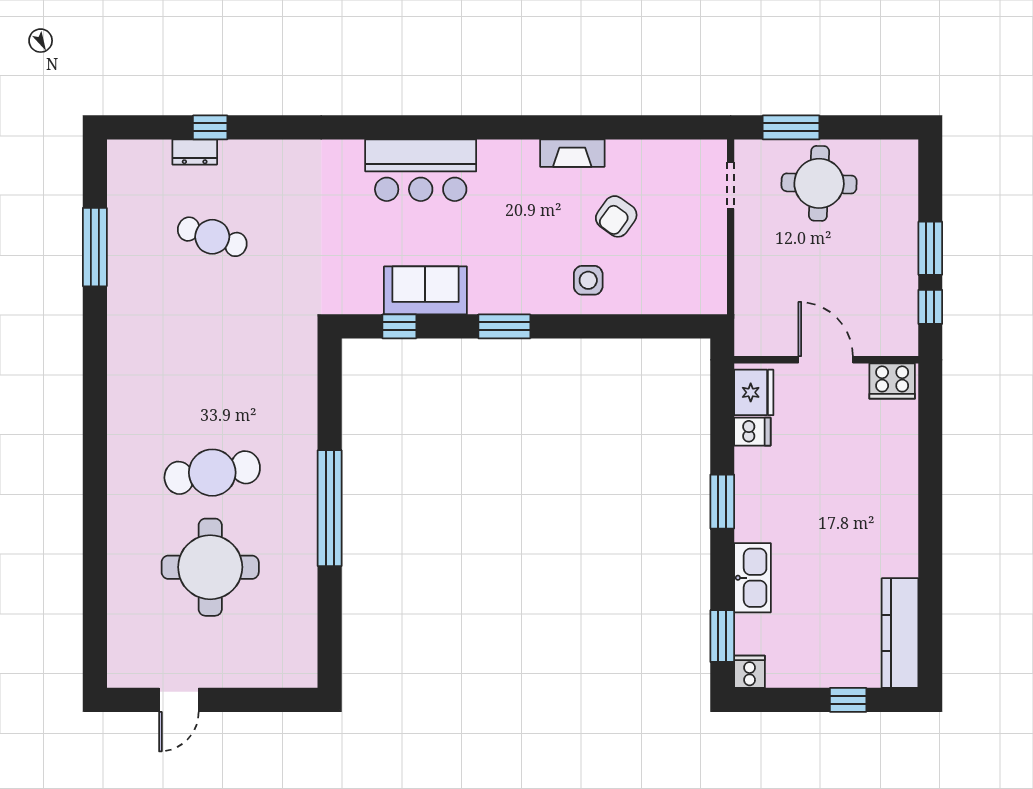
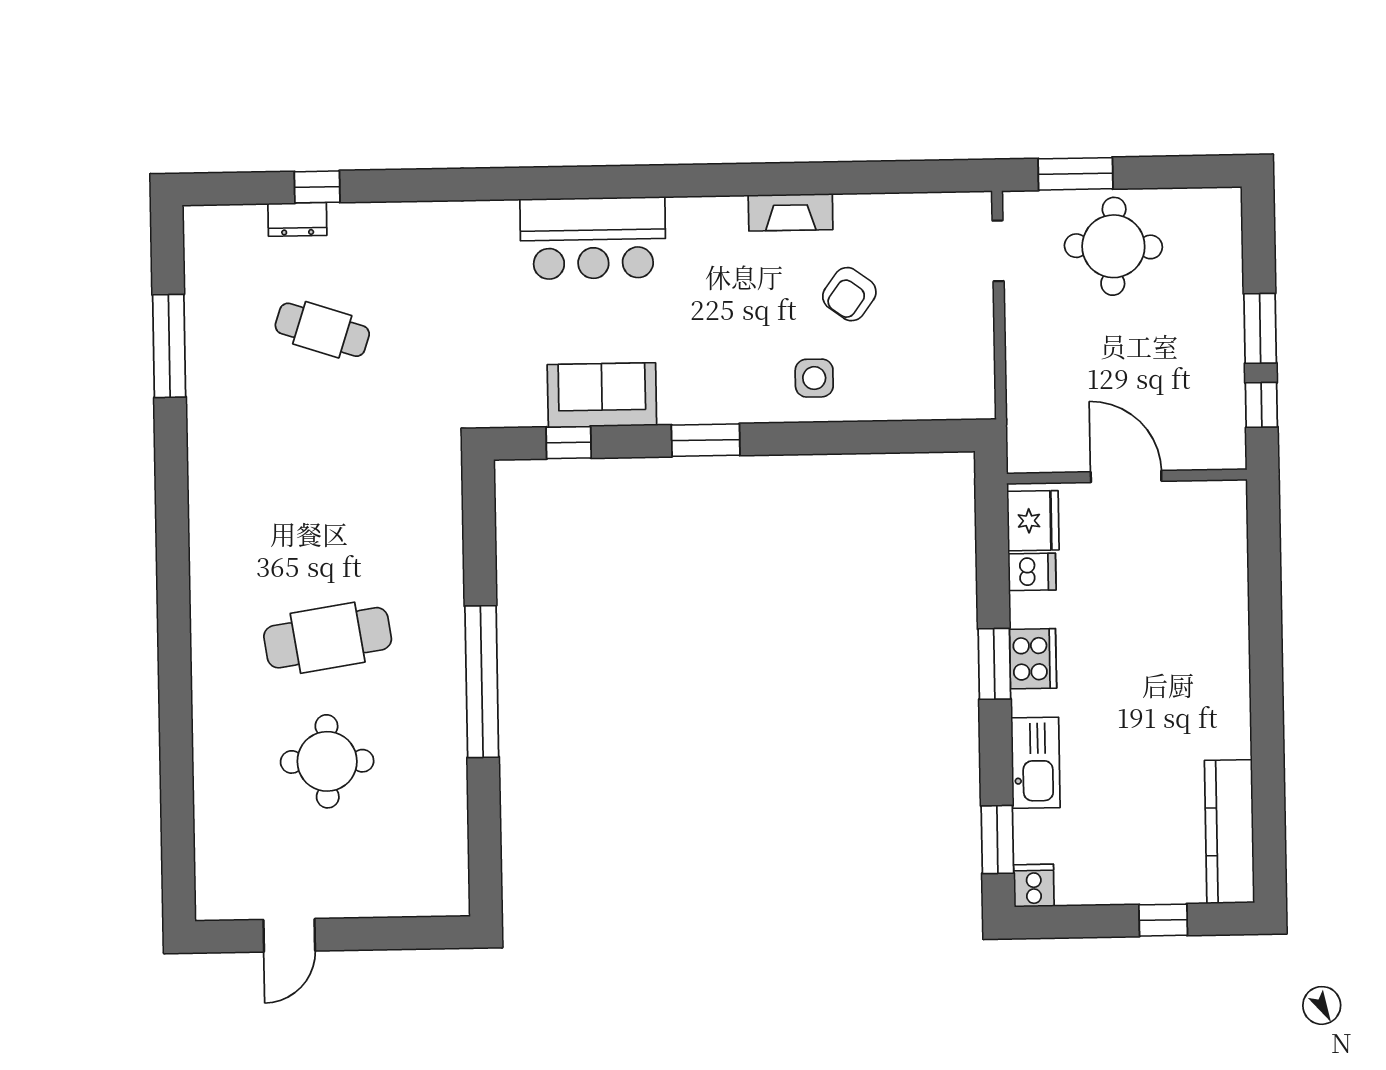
cooker: (892, 381) -> (1033, 659), moved, turned -90
round table: (210, 567) -> (327, 761), width x0.73, depth x0.73

